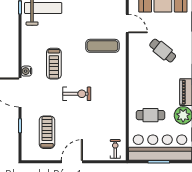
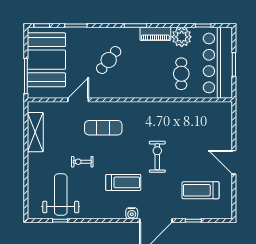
exercise mat: (102, 46) -> (103, 128), turned 90
exercise bike: (115, 149) -> (82, 162), moved

